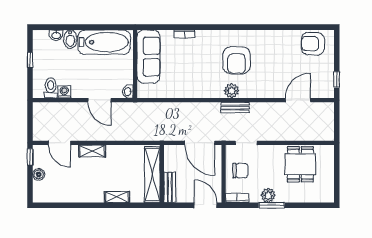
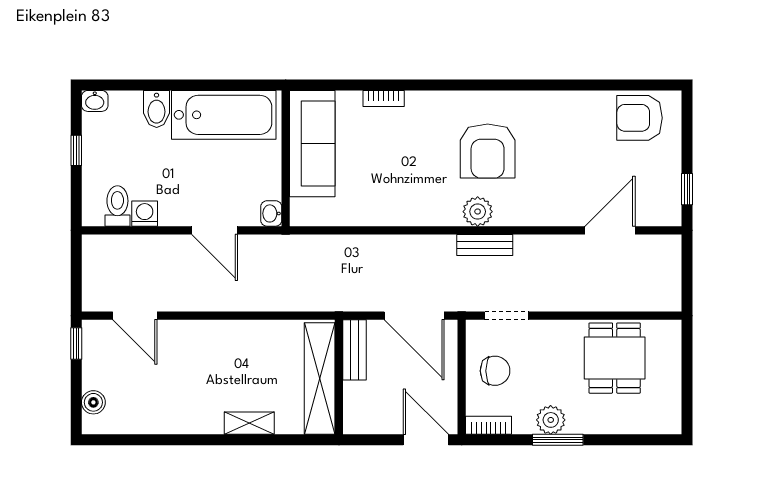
washbasin: (56, 35) -> (95, 101), moved
shelving: (92, 151) -> (200, 332), removed
boiler: (39, 174) -> (93, 402), moved
bench: (170, 187) -> (355, 350), moved

